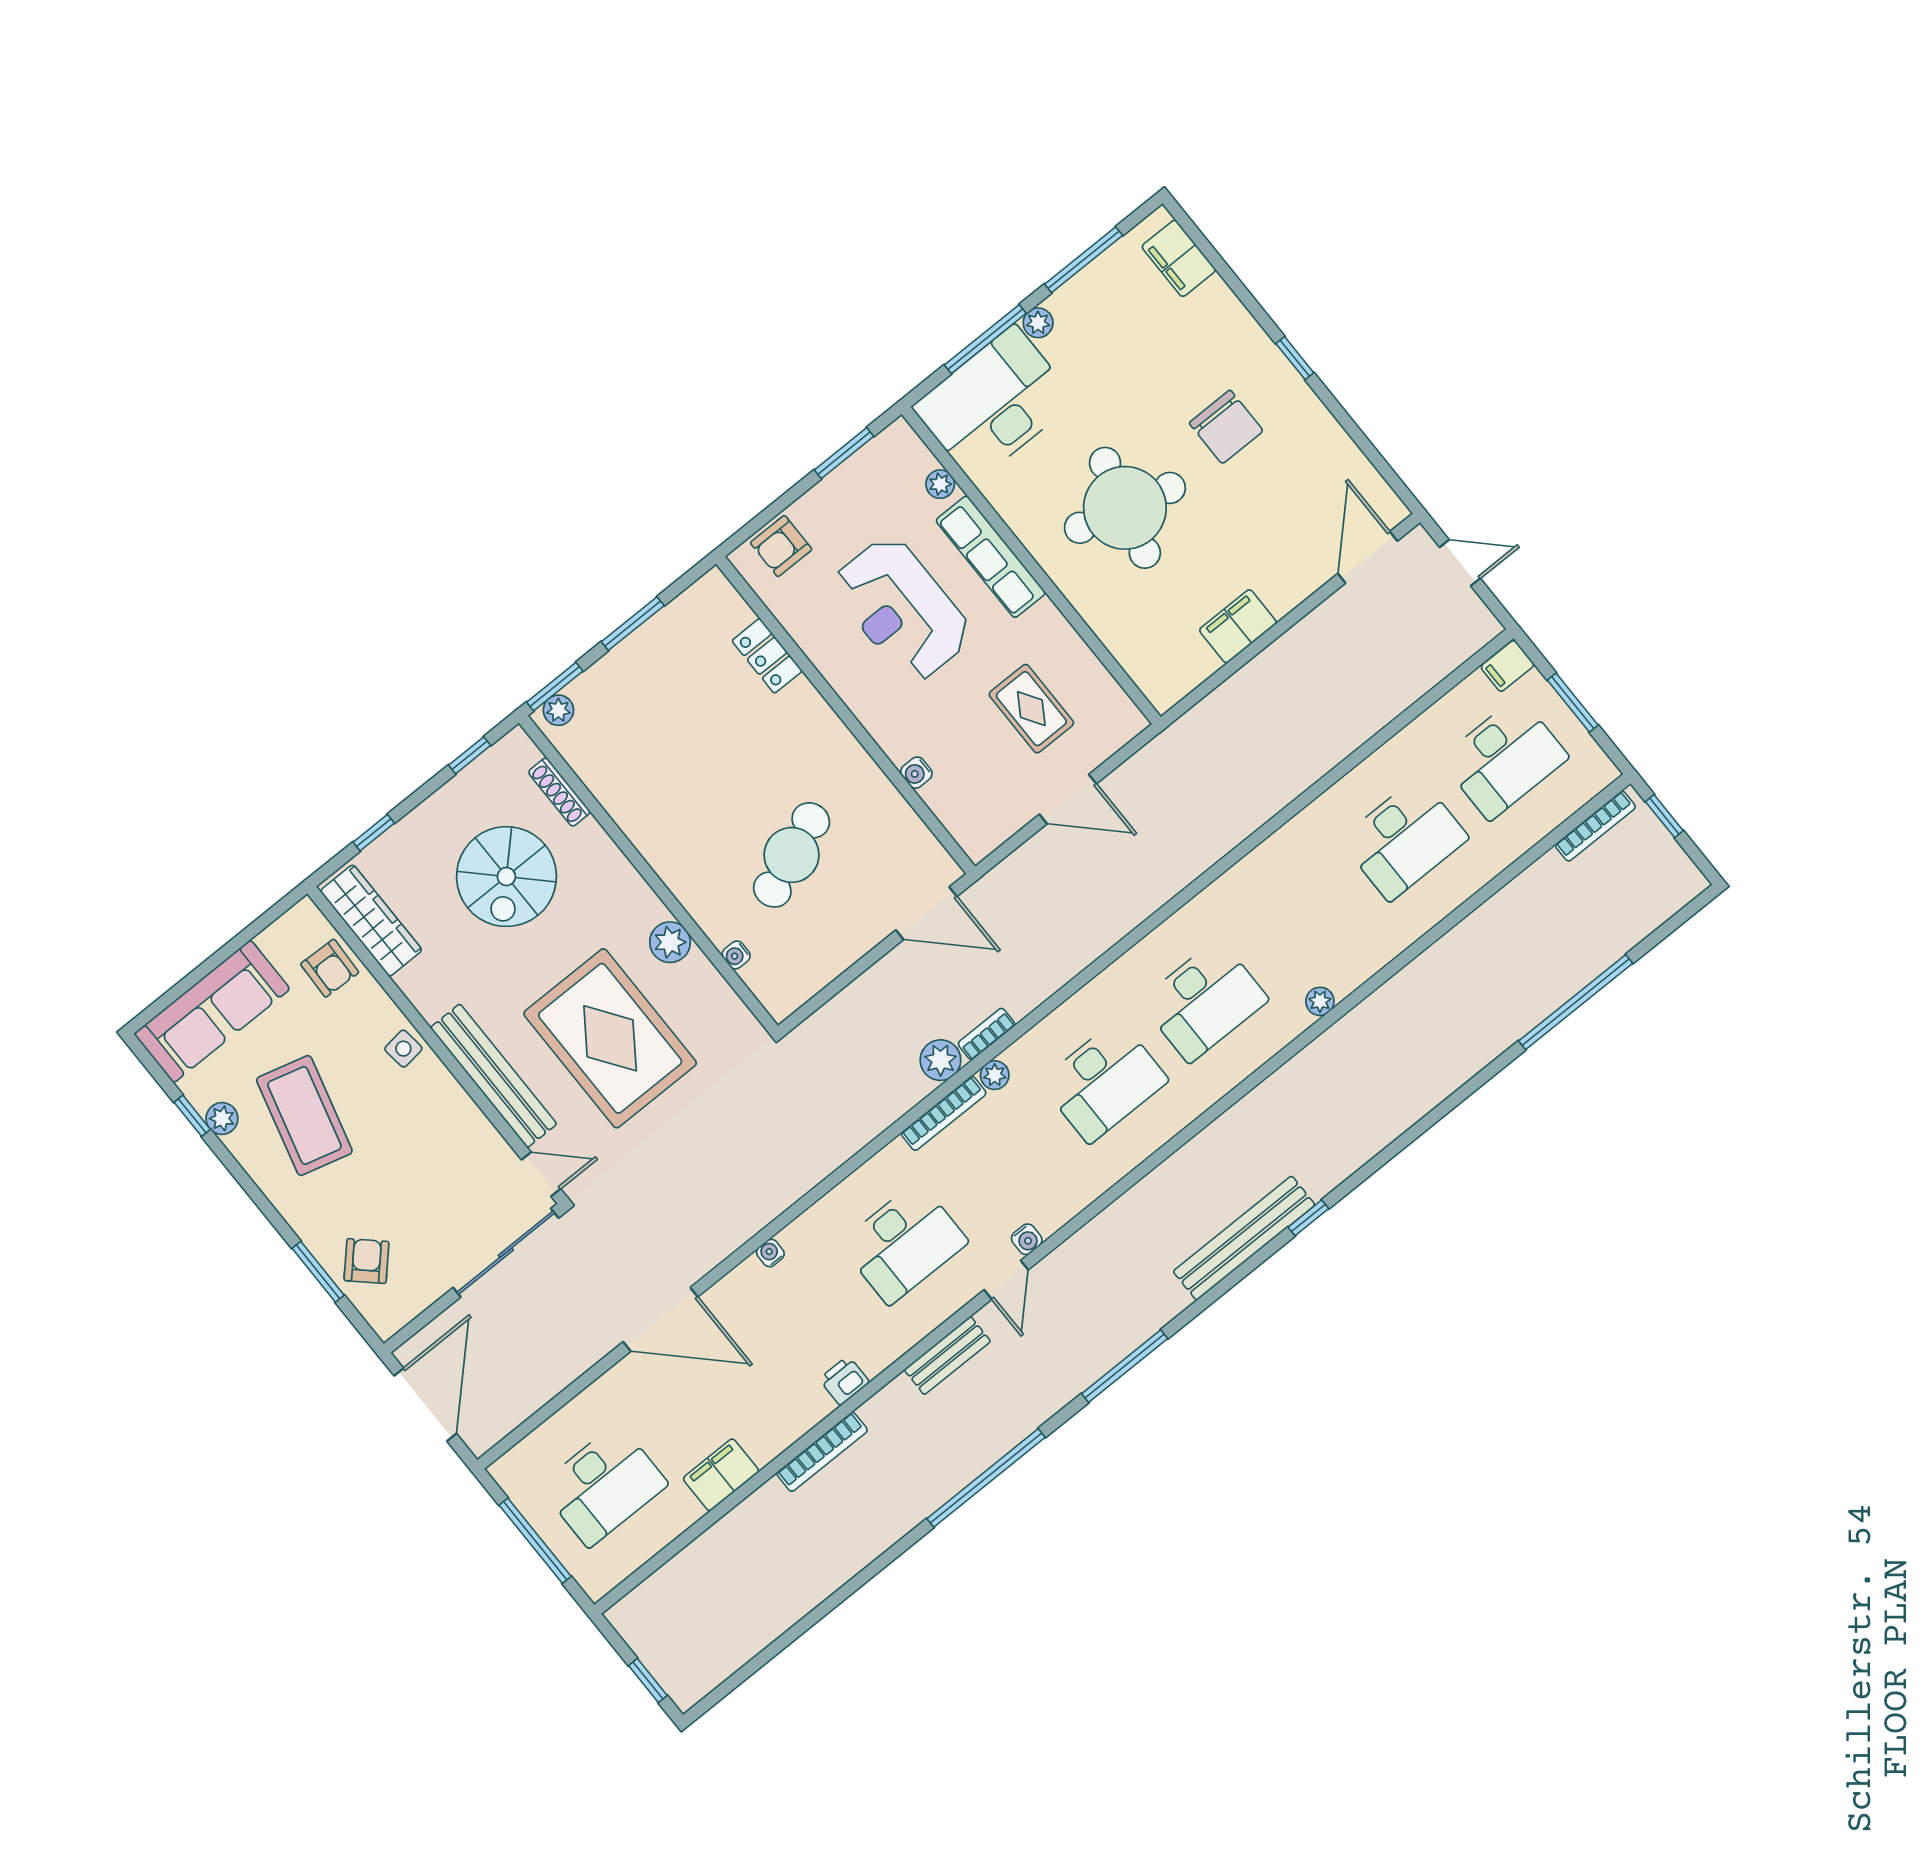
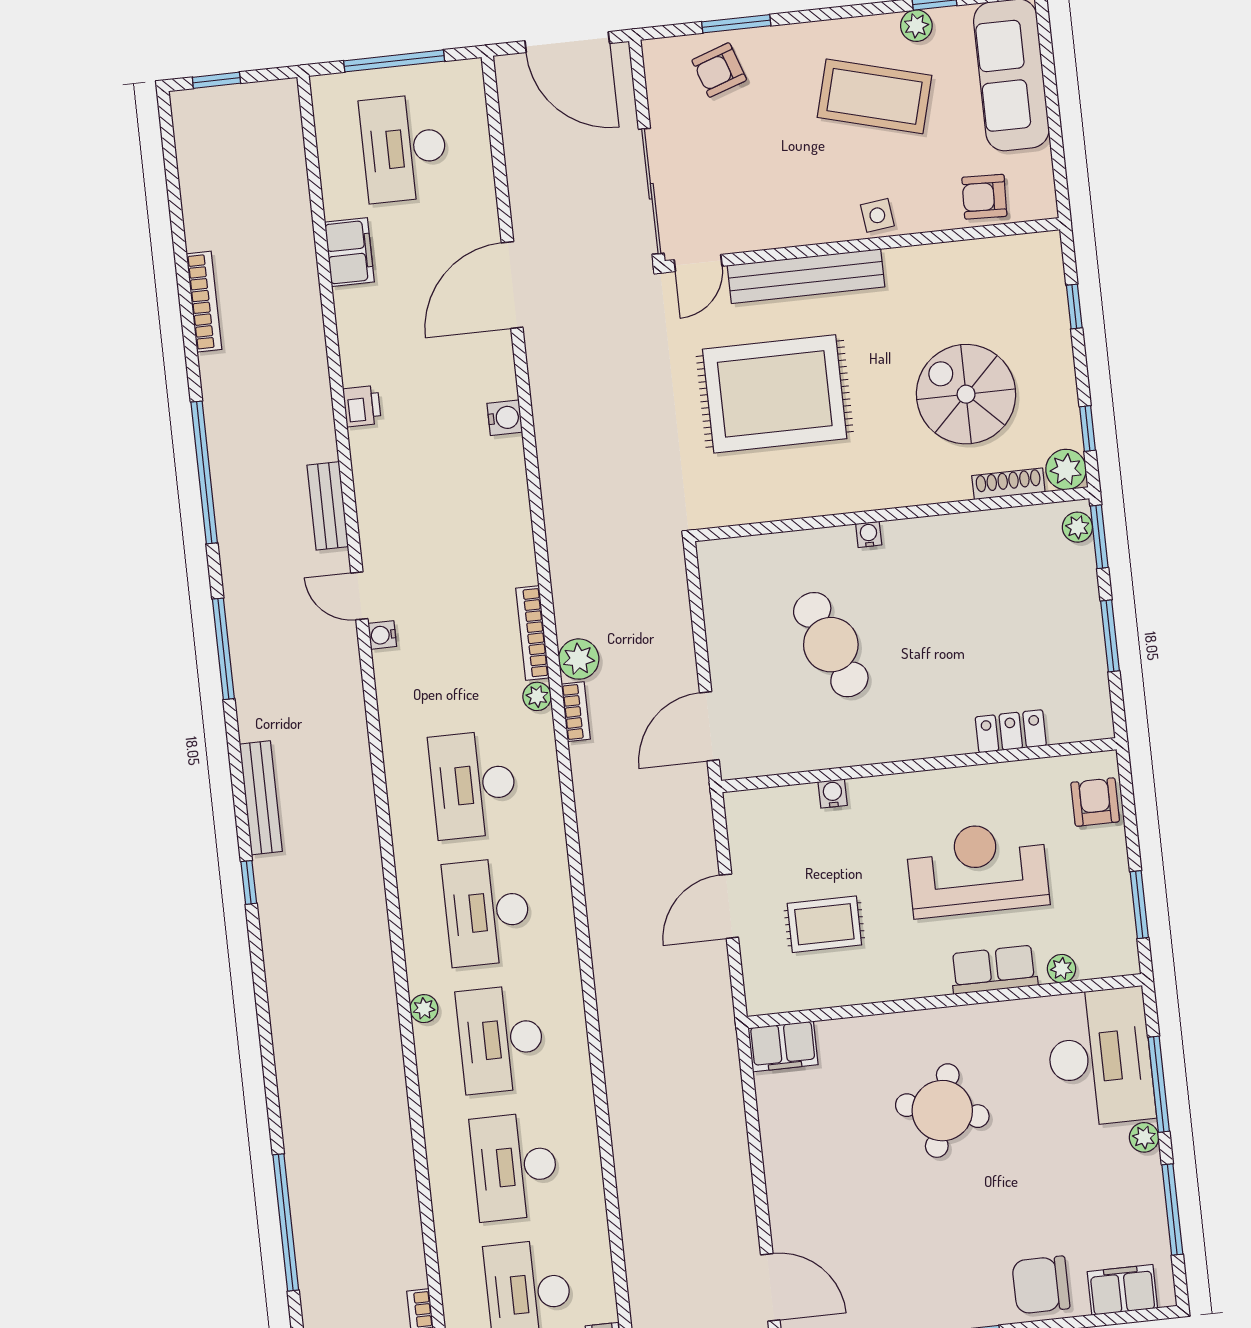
chair: (1226, 427) -> (1041, 1285), moved
round table: (1125, 508) -> (942, 1111), width x0.73, depth x0.73
row of seats: (991, 557) -> (994, 970), width x0.68
filing cabinet: (1238, 626) -> (783, 1046), moved, turned 90
wardrobe: (371, 921) -> (1002, 257), removed
plant: (670, 942) -> (1066, 469), moved
water cooler: (736, 955) -> (869, 534), moved
bench: (1244, 1238) -> (261, 798), width x0.73, depth x0.82
desk: (904, 1243) -> (501, 1039), moved
water cooler: (770, 1253) -> (505, 418), width x1.38, depth x1.38
armchair: (366, 1261) -> (719, 70), turned 118
bookcase: (822, 1452) -> (204, 302), moved, turned 180

